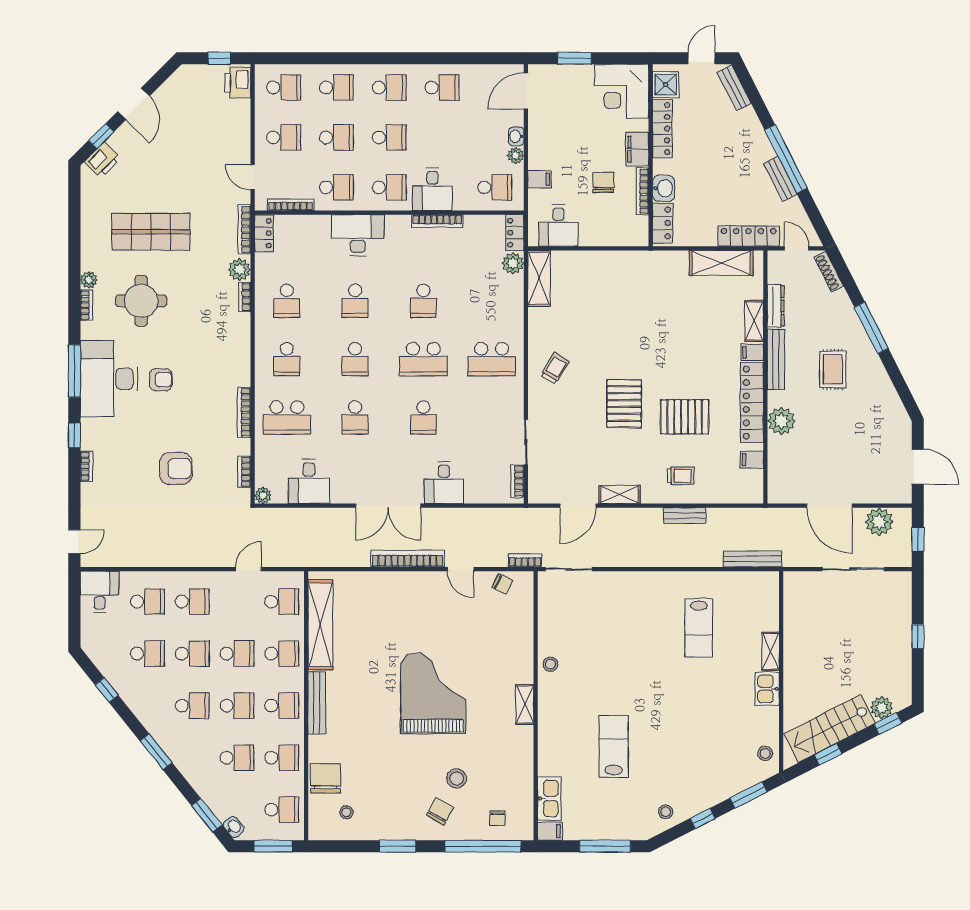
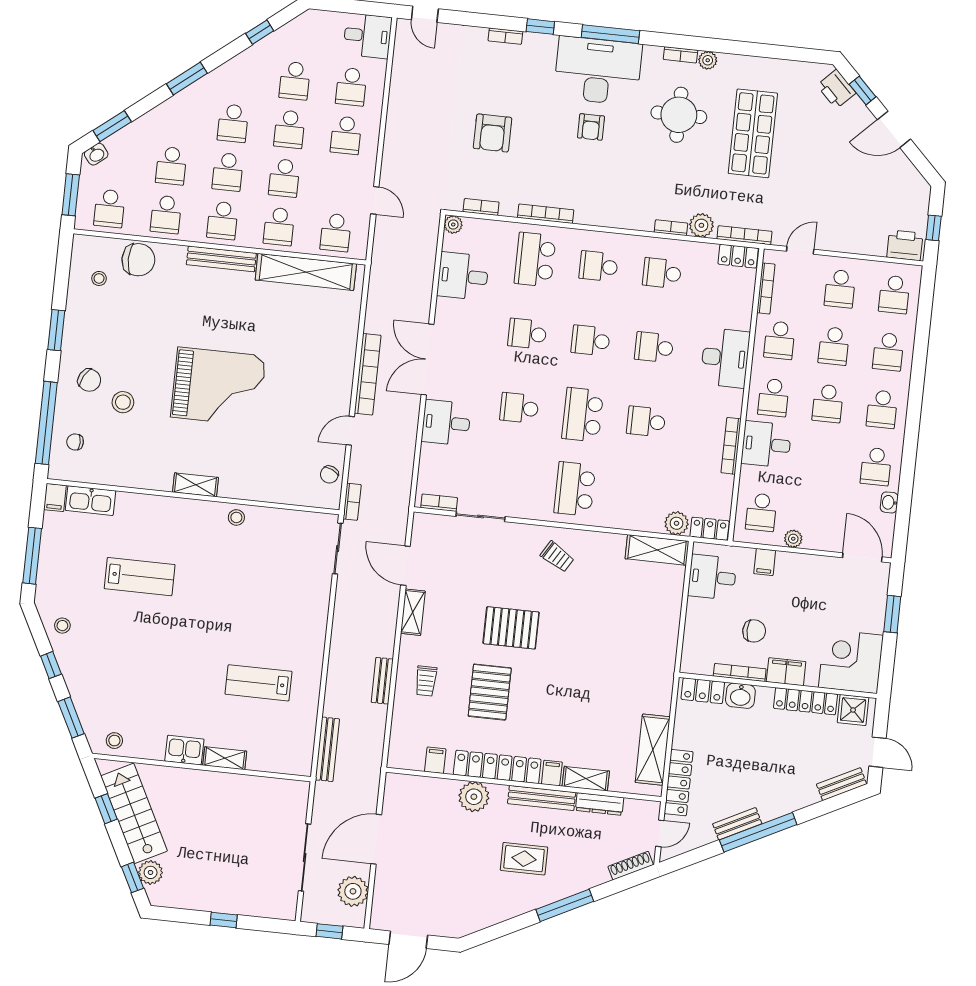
washbasin: (516, 136) -> (889, 502), moved, turned -90

